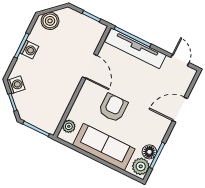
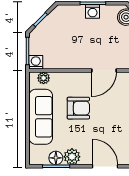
washing machine: (16, 85) -> (36, 62), moved, turned -135
plant: (141, 166) -> (72, 157), moved

